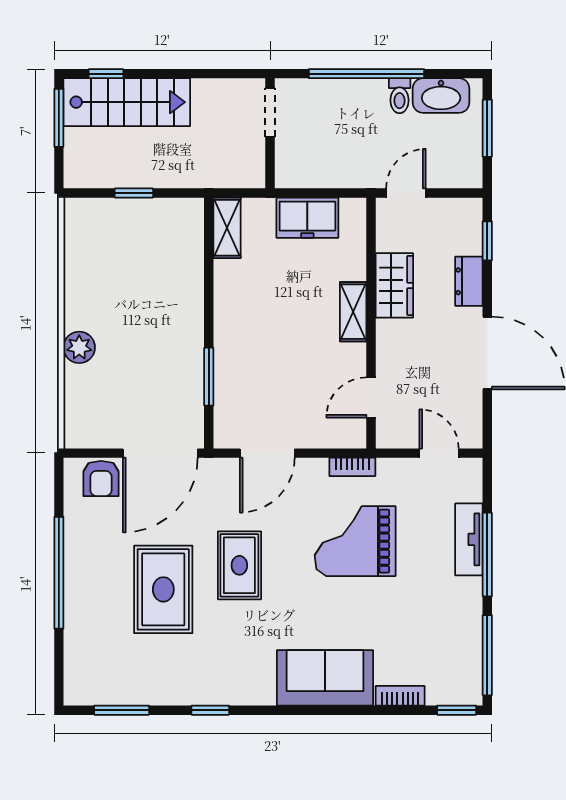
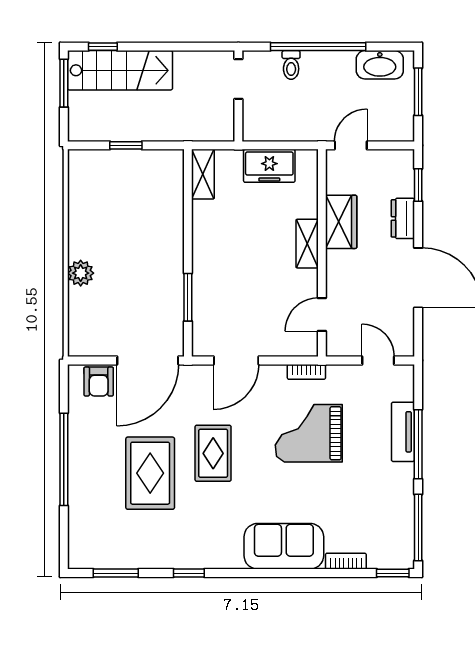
toilet: (400, 96) -> (291, 65), moved

